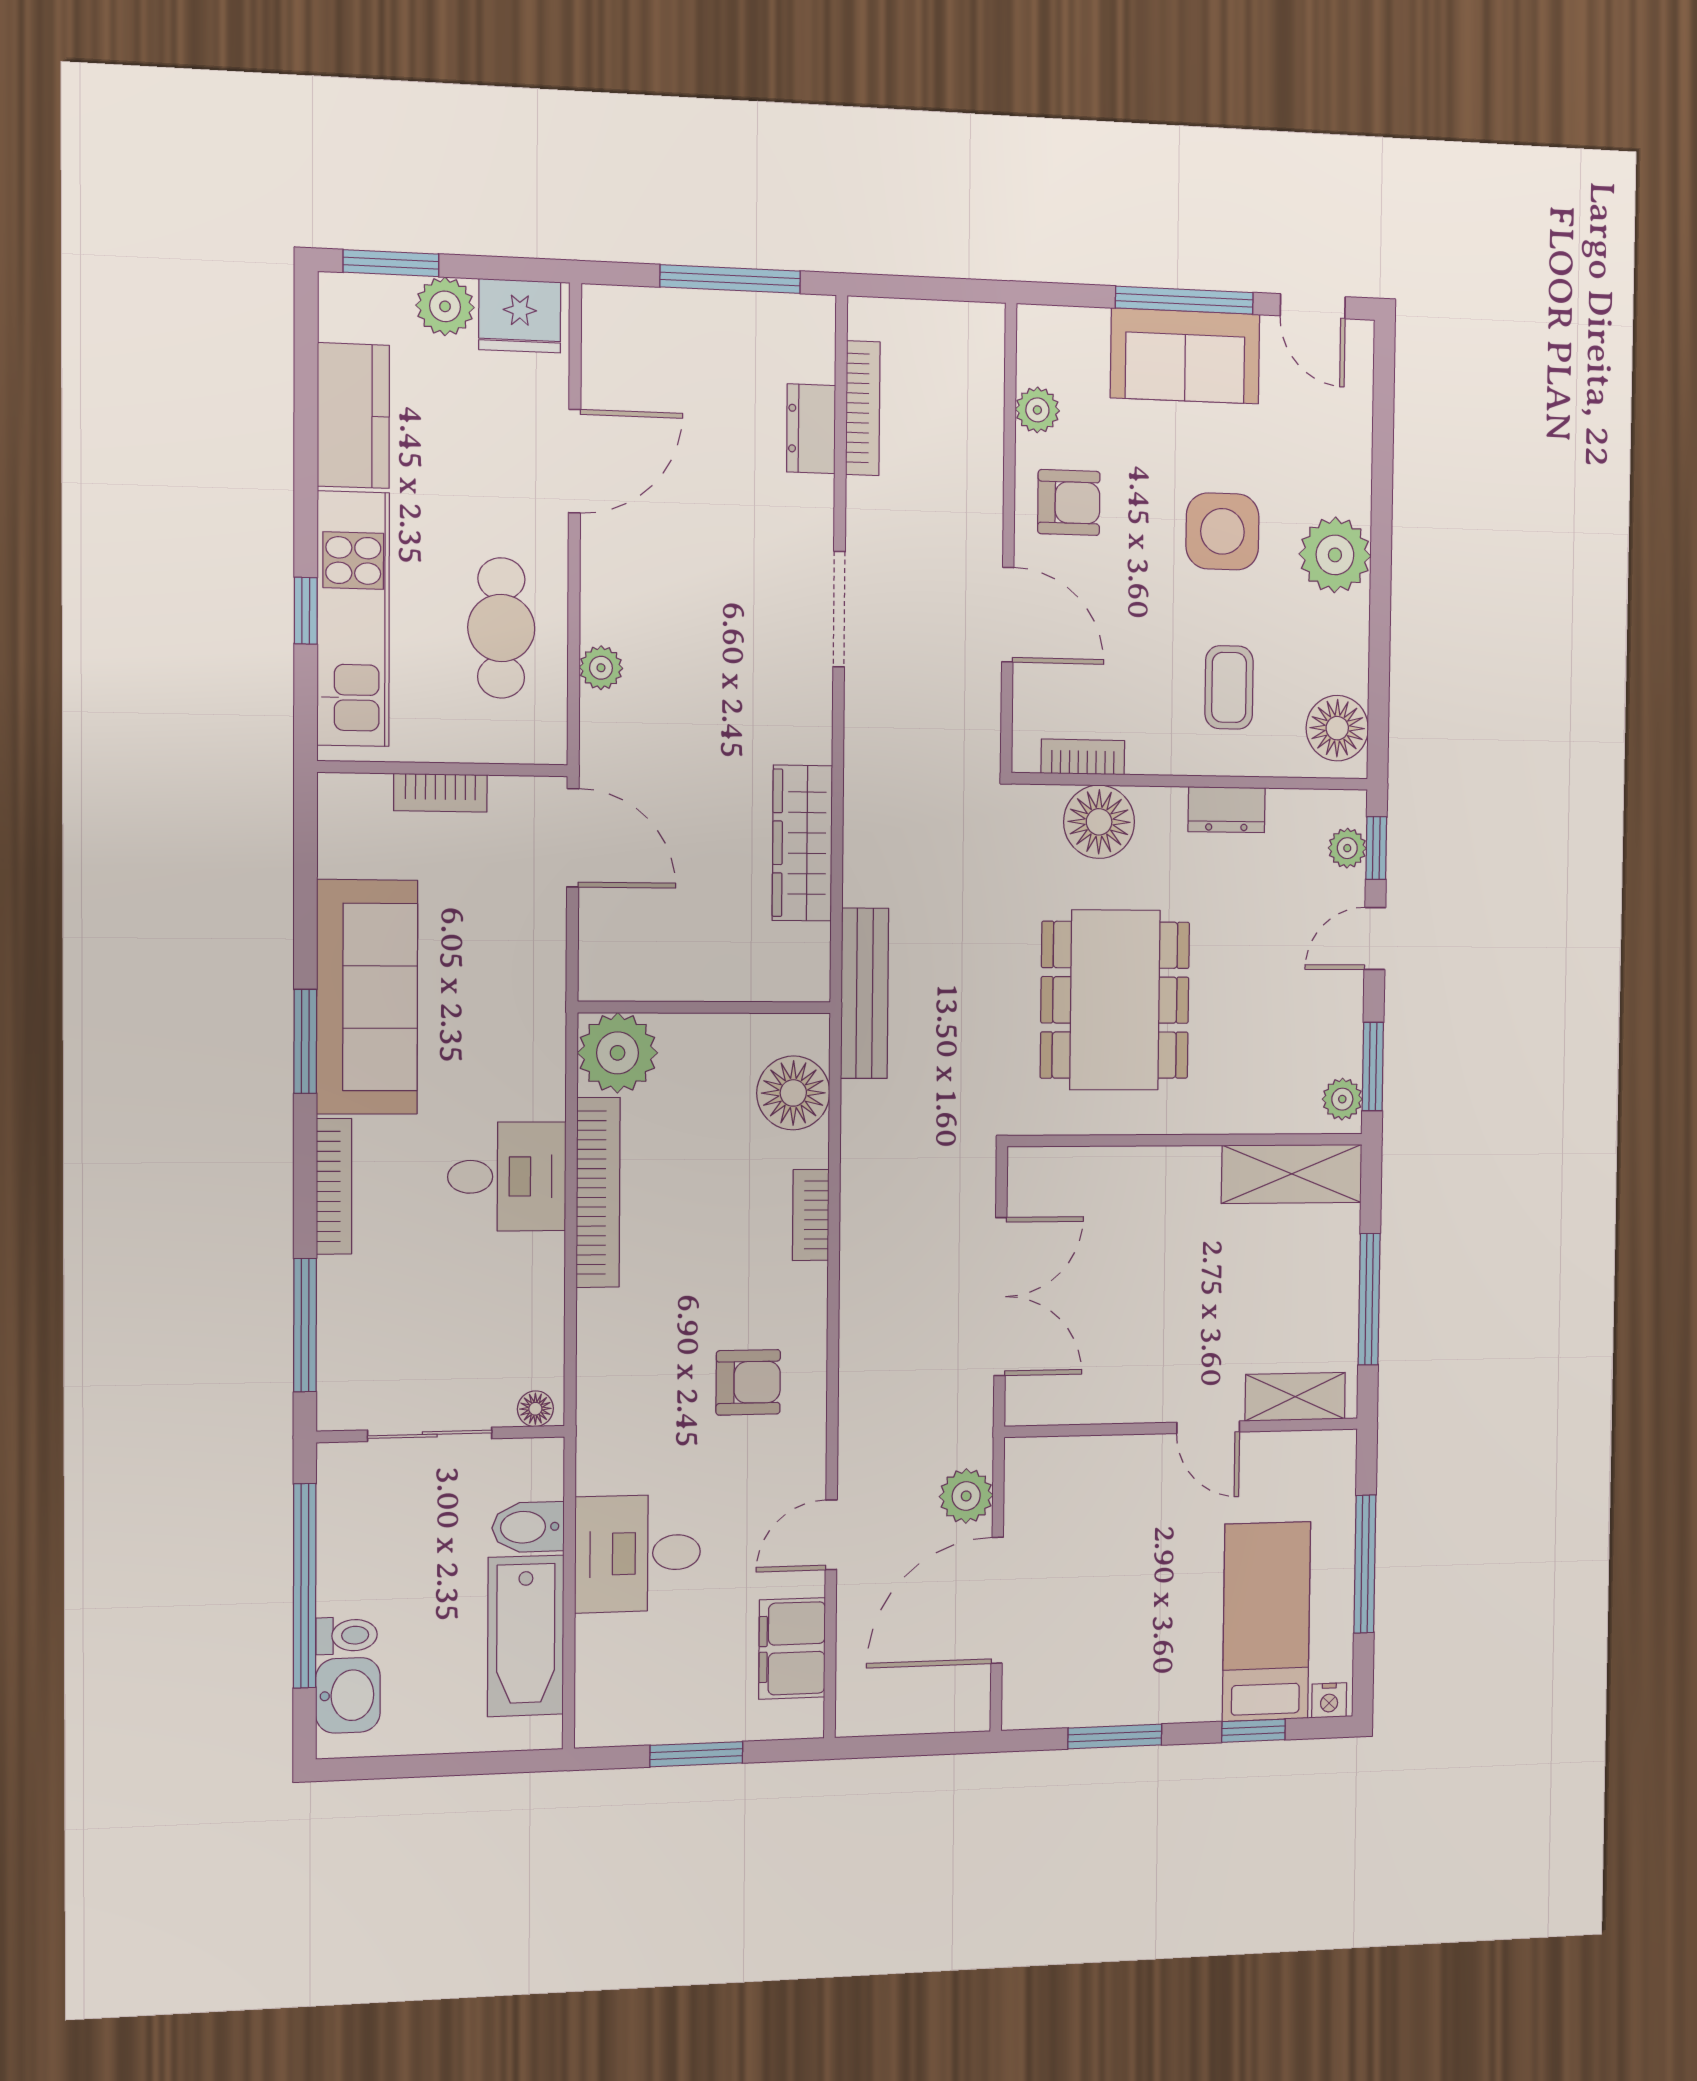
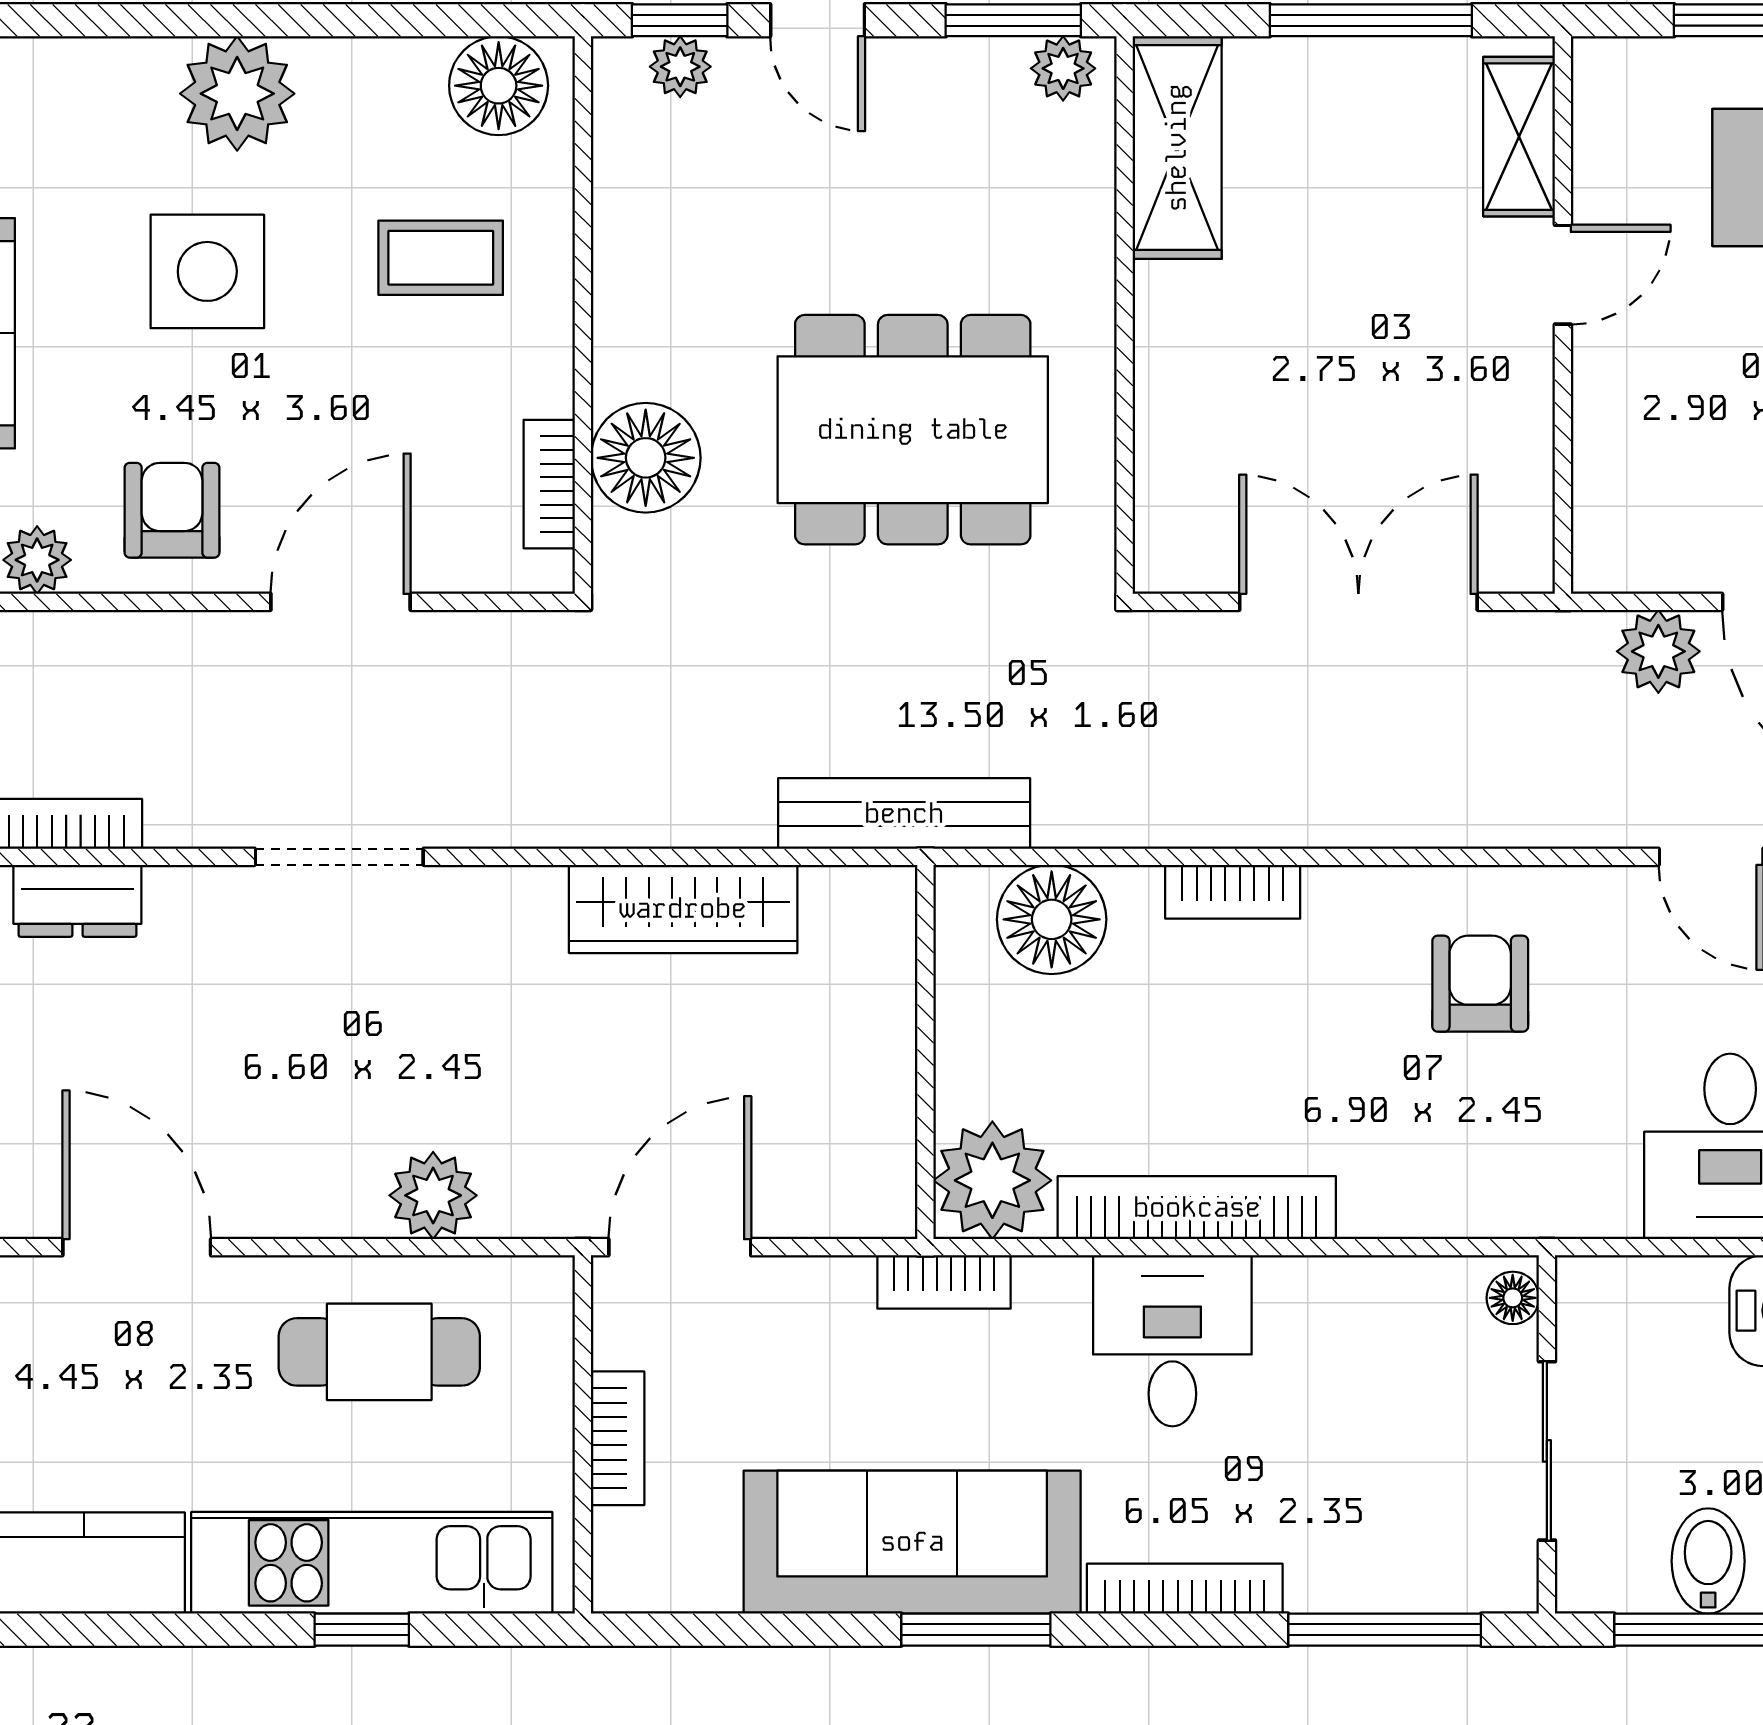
plant: (601, 668) -> (433, 1195), width x1.38, depth x1.38
dresser: (1227, 810) -> (625, 259), removed
bookcase: (548, 1020) -> (944, 1282), added
bidet: (528, 1527) -> (1708, 1561), moved, turned 180

